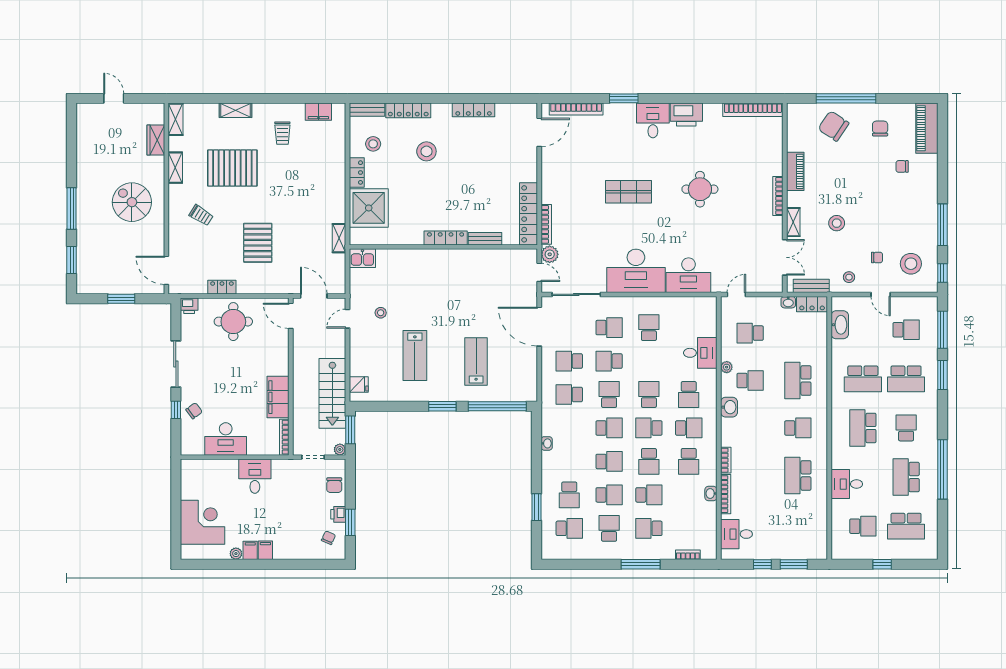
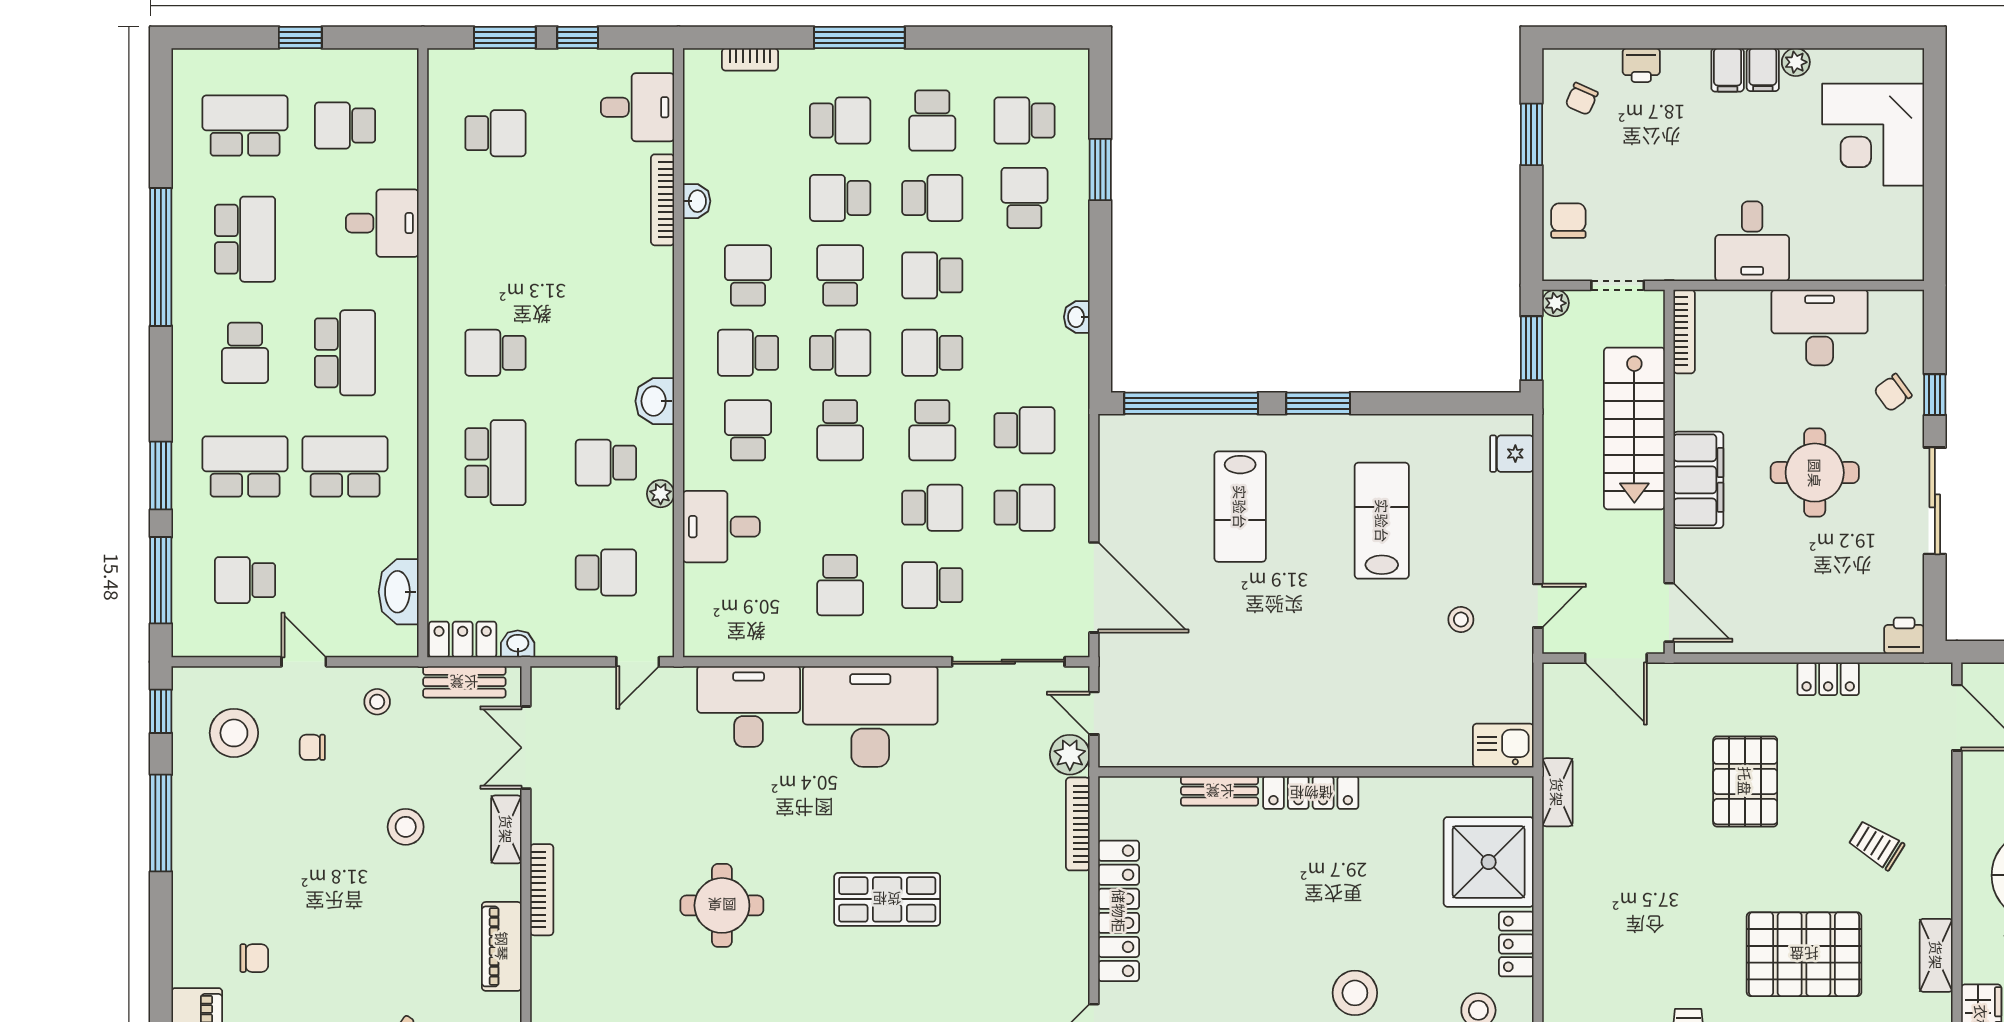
locker: (529, 214) -> (1119, 911), moved
round table: (233, 322) -> (1815, 473), moved
stairs: (332, 393) -> (1634, 428), moved, turned 180
filing cabinet: (278, 397) -> (1698, 480), moved
bookcase: (726, 460) -> (662, 278), removed
school desk: (798, 475) -> (495, 133), moved, width x0.54
school desk: (609, 495) -> (932, 198), turned 180
printer: (338, 514) -> (1641, 65), moved, turned 90

